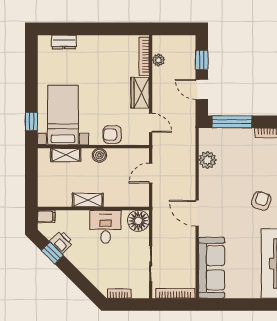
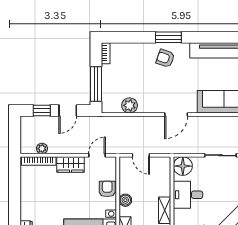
armchair: (112, 134) -> (107, 189), turned 180

